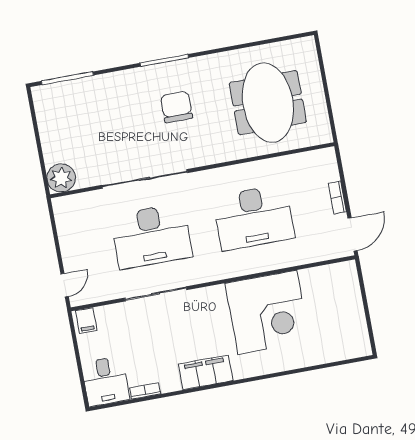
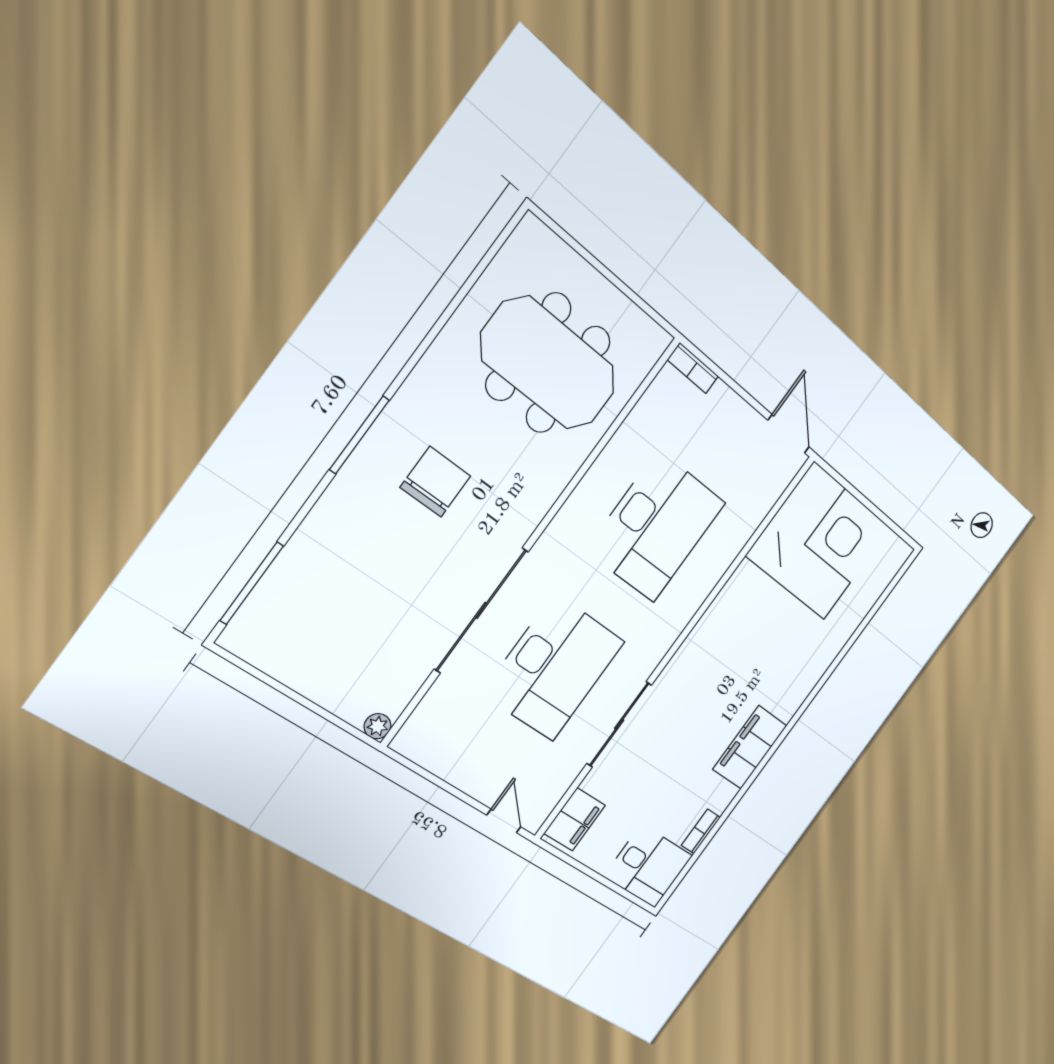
chair: (177, 107) -> (435, 482), turned 90
plant: (61, 178) -> (377, 726), width x0.53, depth x0.53
bookcase: (337, 197) -> (693, 368), moved
corner desk: (267, 312) -> (819, 542), moved
filing cabinet: (86, 321) -> (575, 819), width x2.00

